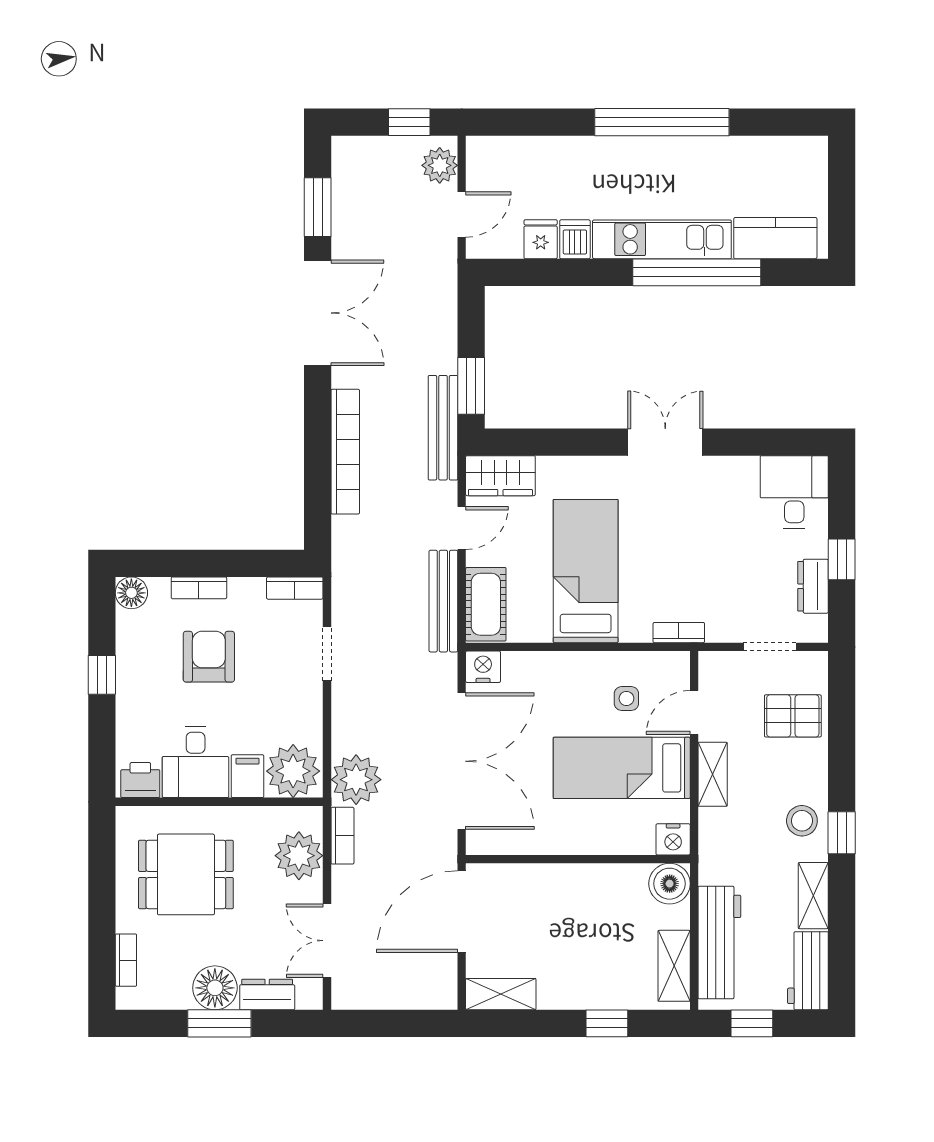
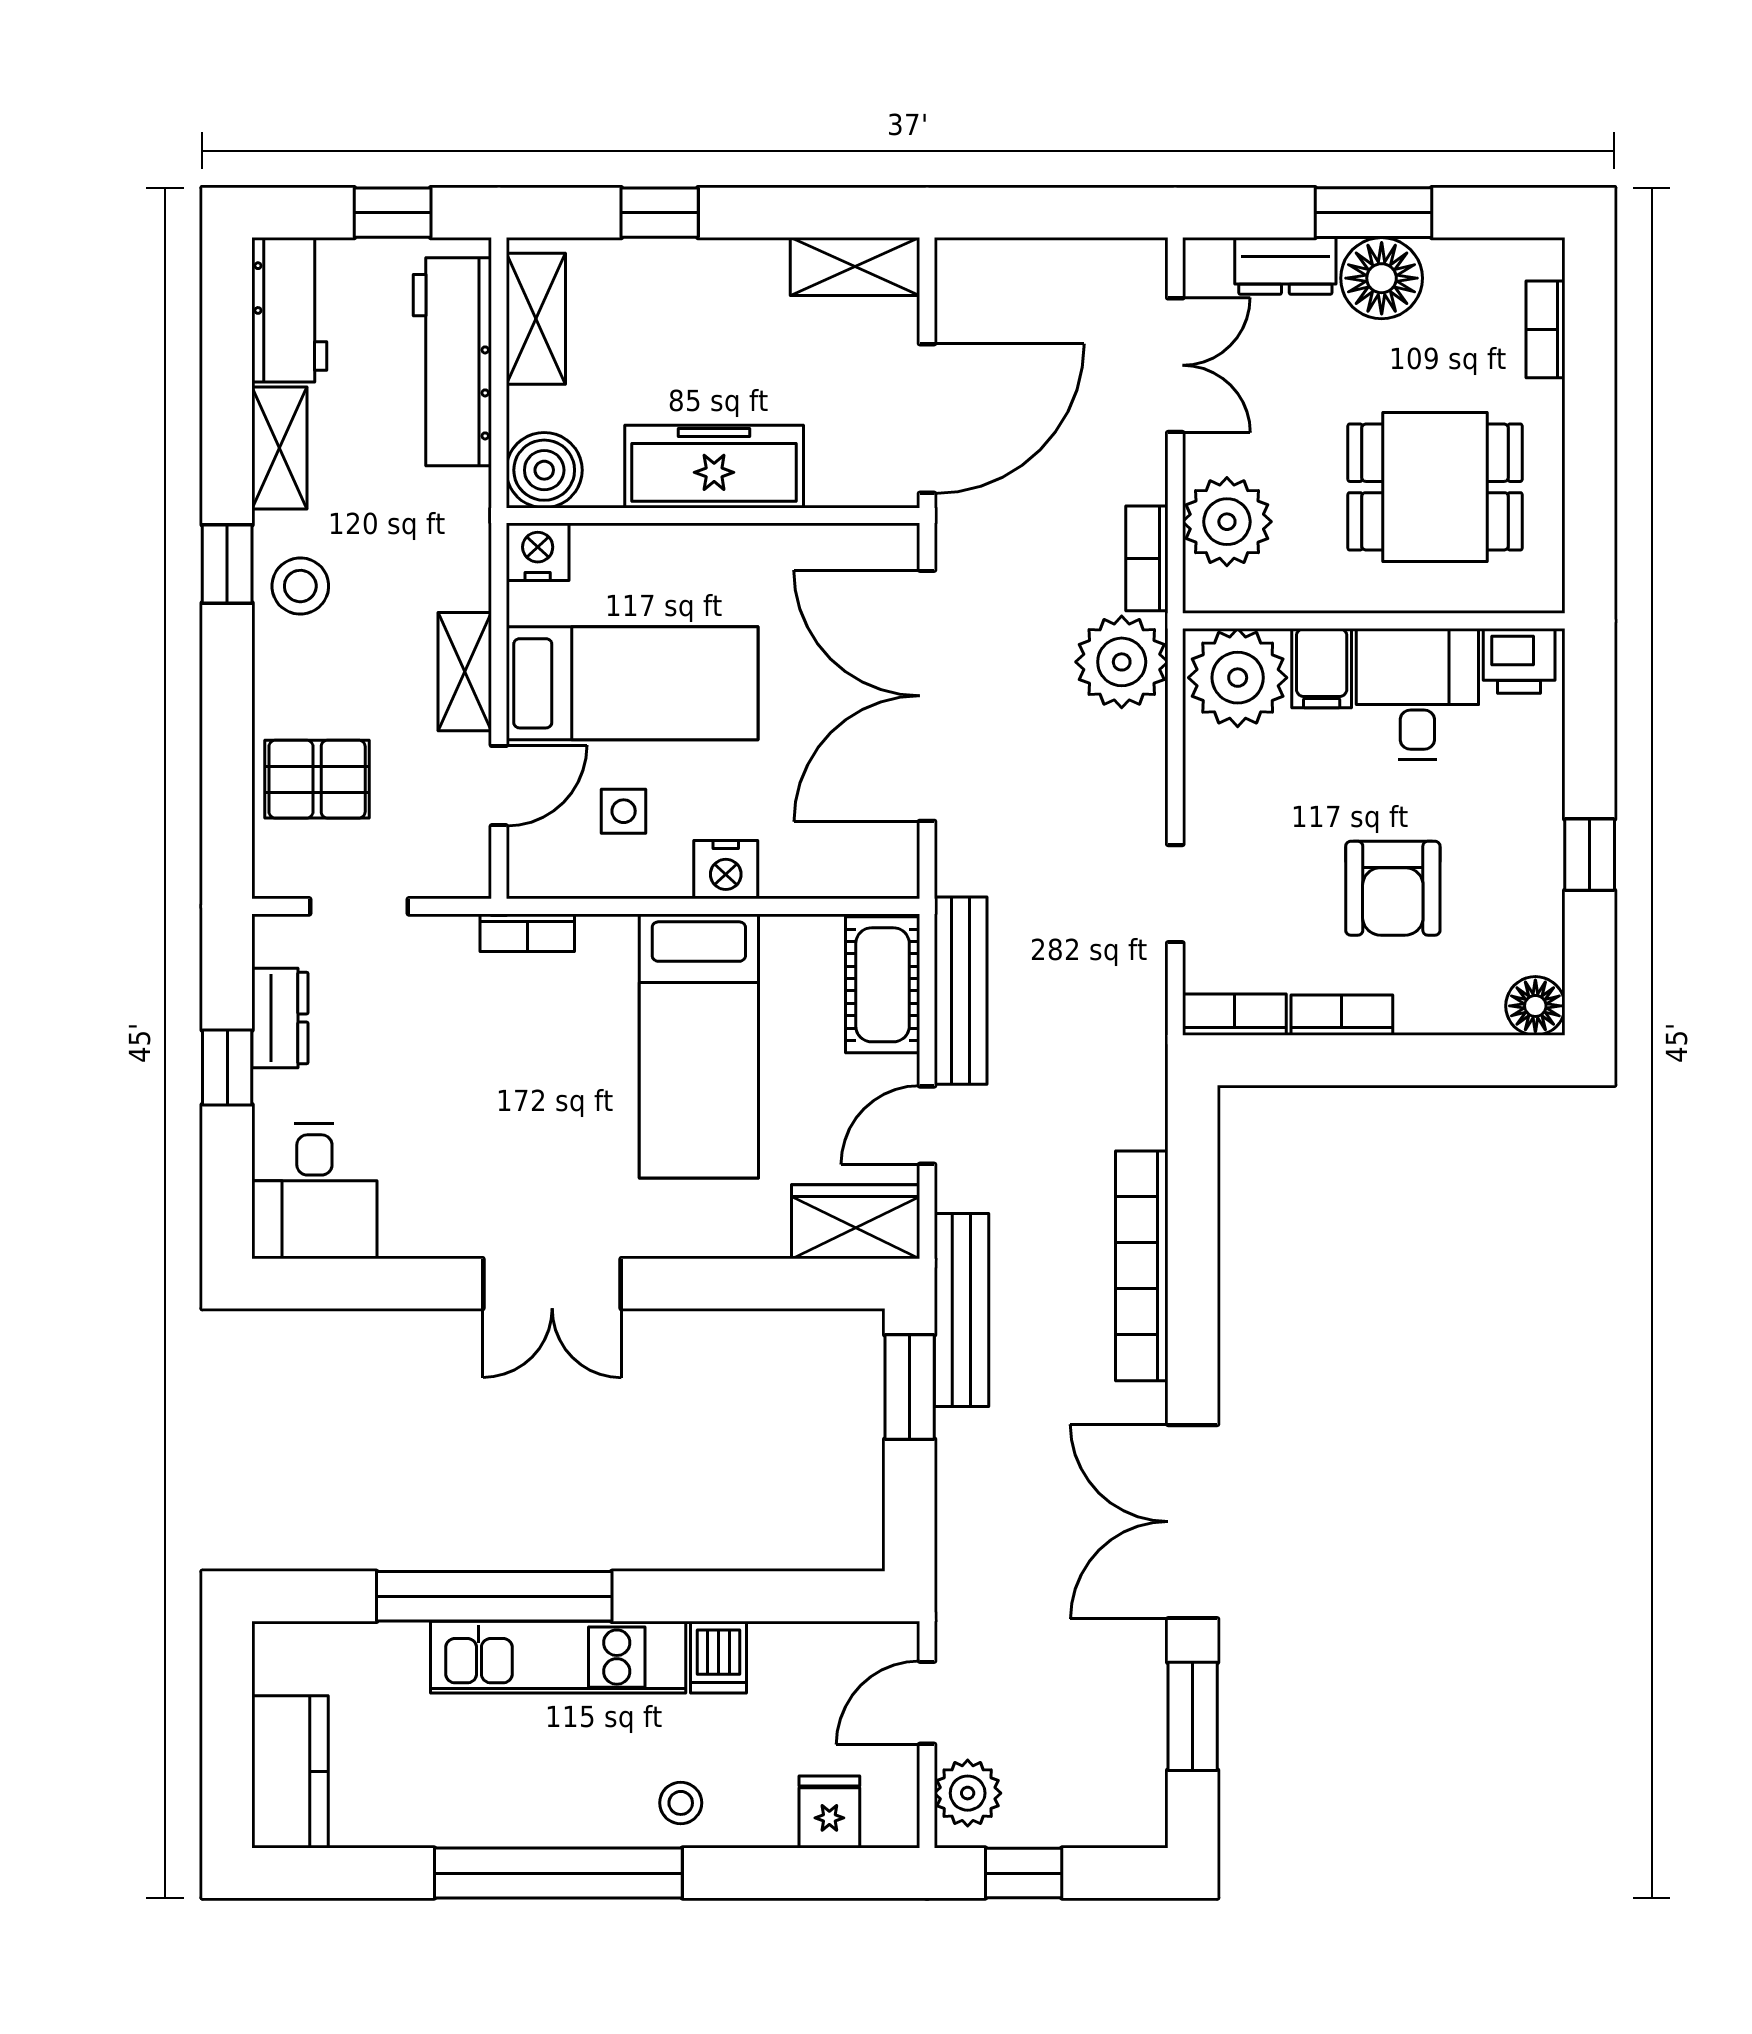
stool: (595, 160) -> (681, 1803), added
kitchen counter: (775, 238) -> (290, 1772), moved, turned -90
fridge: (541, 239) -> (829, 1812), moved, turned 180
bookcase: (199, 588) -> (1342, 1015), moved
nightstand: (483, 667) -> (726, 870), moved
freezer: (577, 886) -> (714, 467), added

